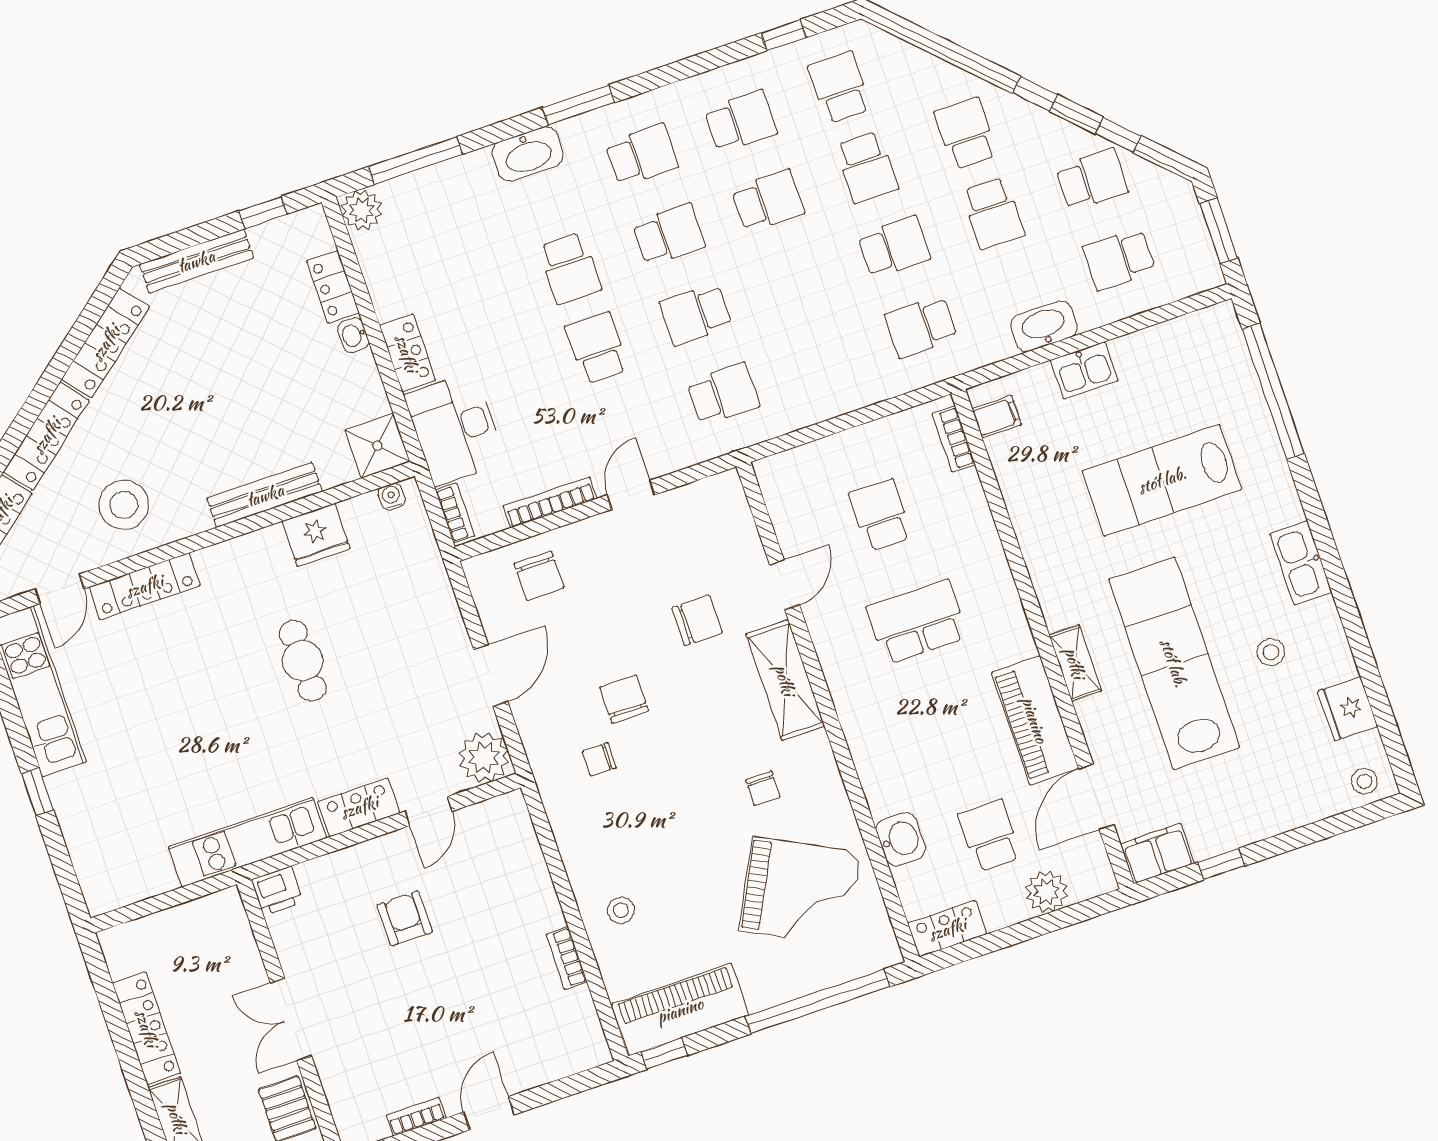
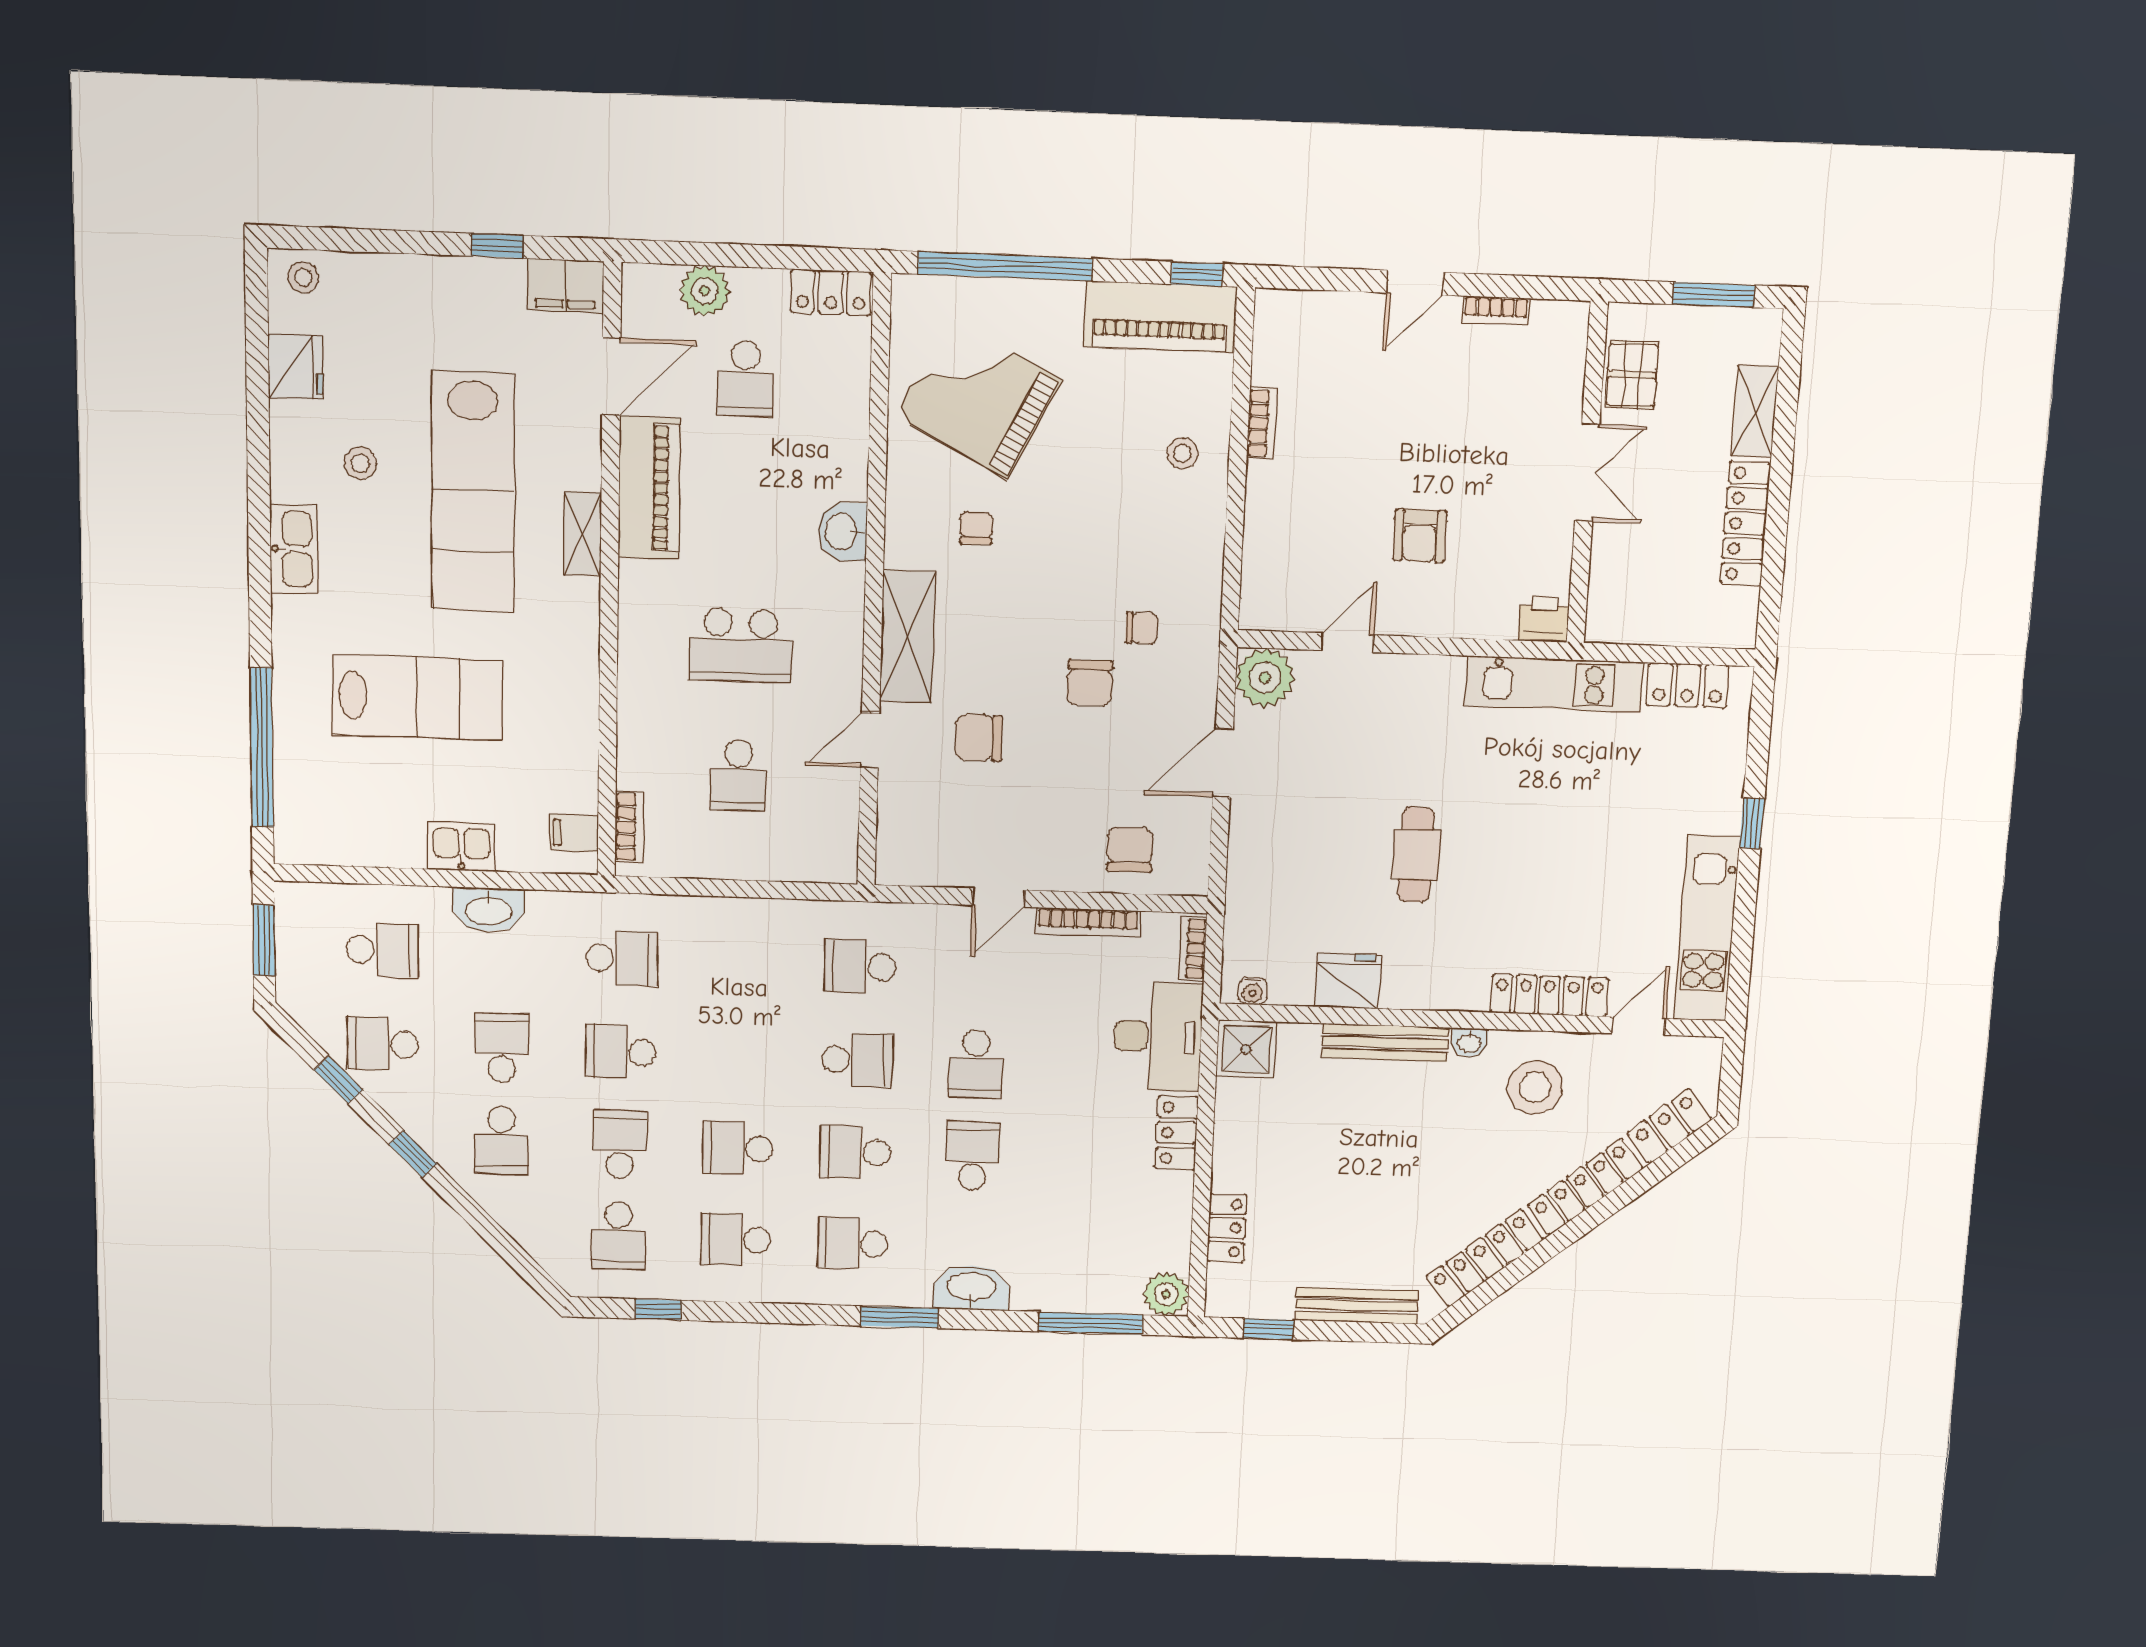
washbasin: (353, 335) -> (1469, 1043), moved, turned 90
locker: (359, 807) -> (1688, 685), moved
washbasin: (901, 839) -> (842, 531), moved

